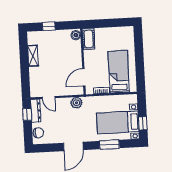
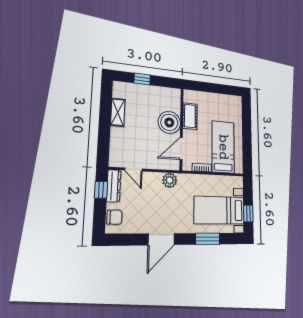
boiler: (76, 35) -> (169, 122), moved, width x1.86, depth x1.86
cot: (89, 39) -> (190, 116), moved

